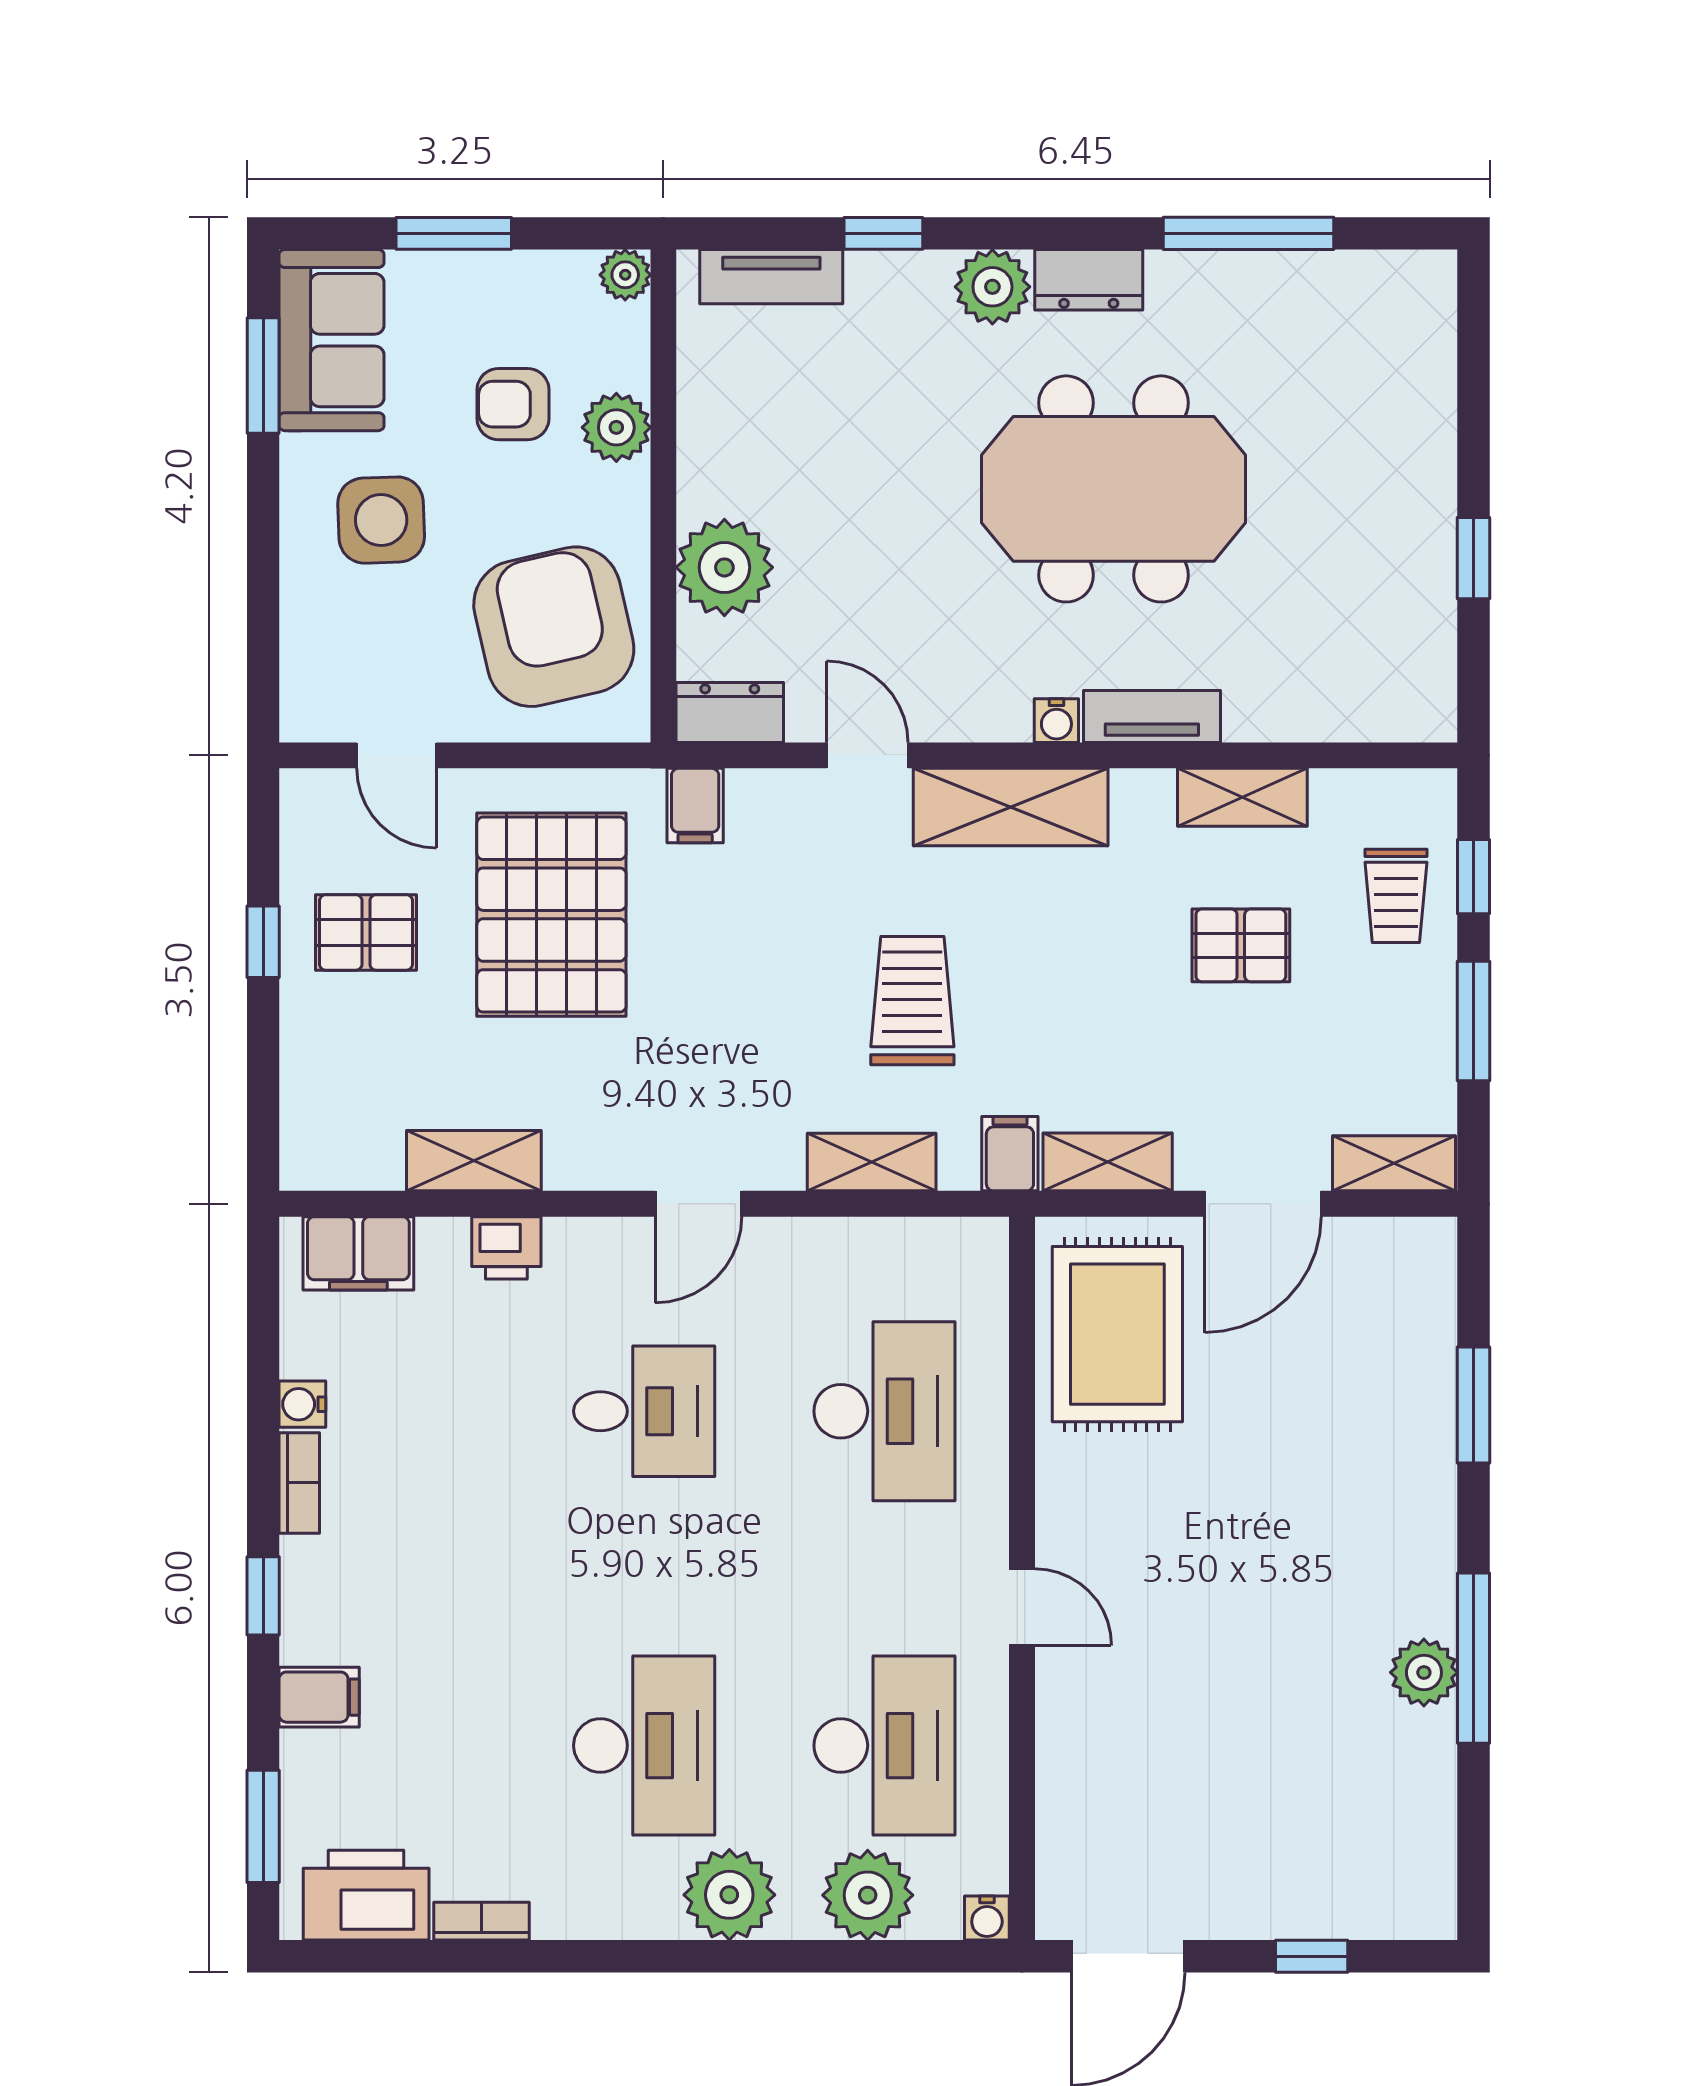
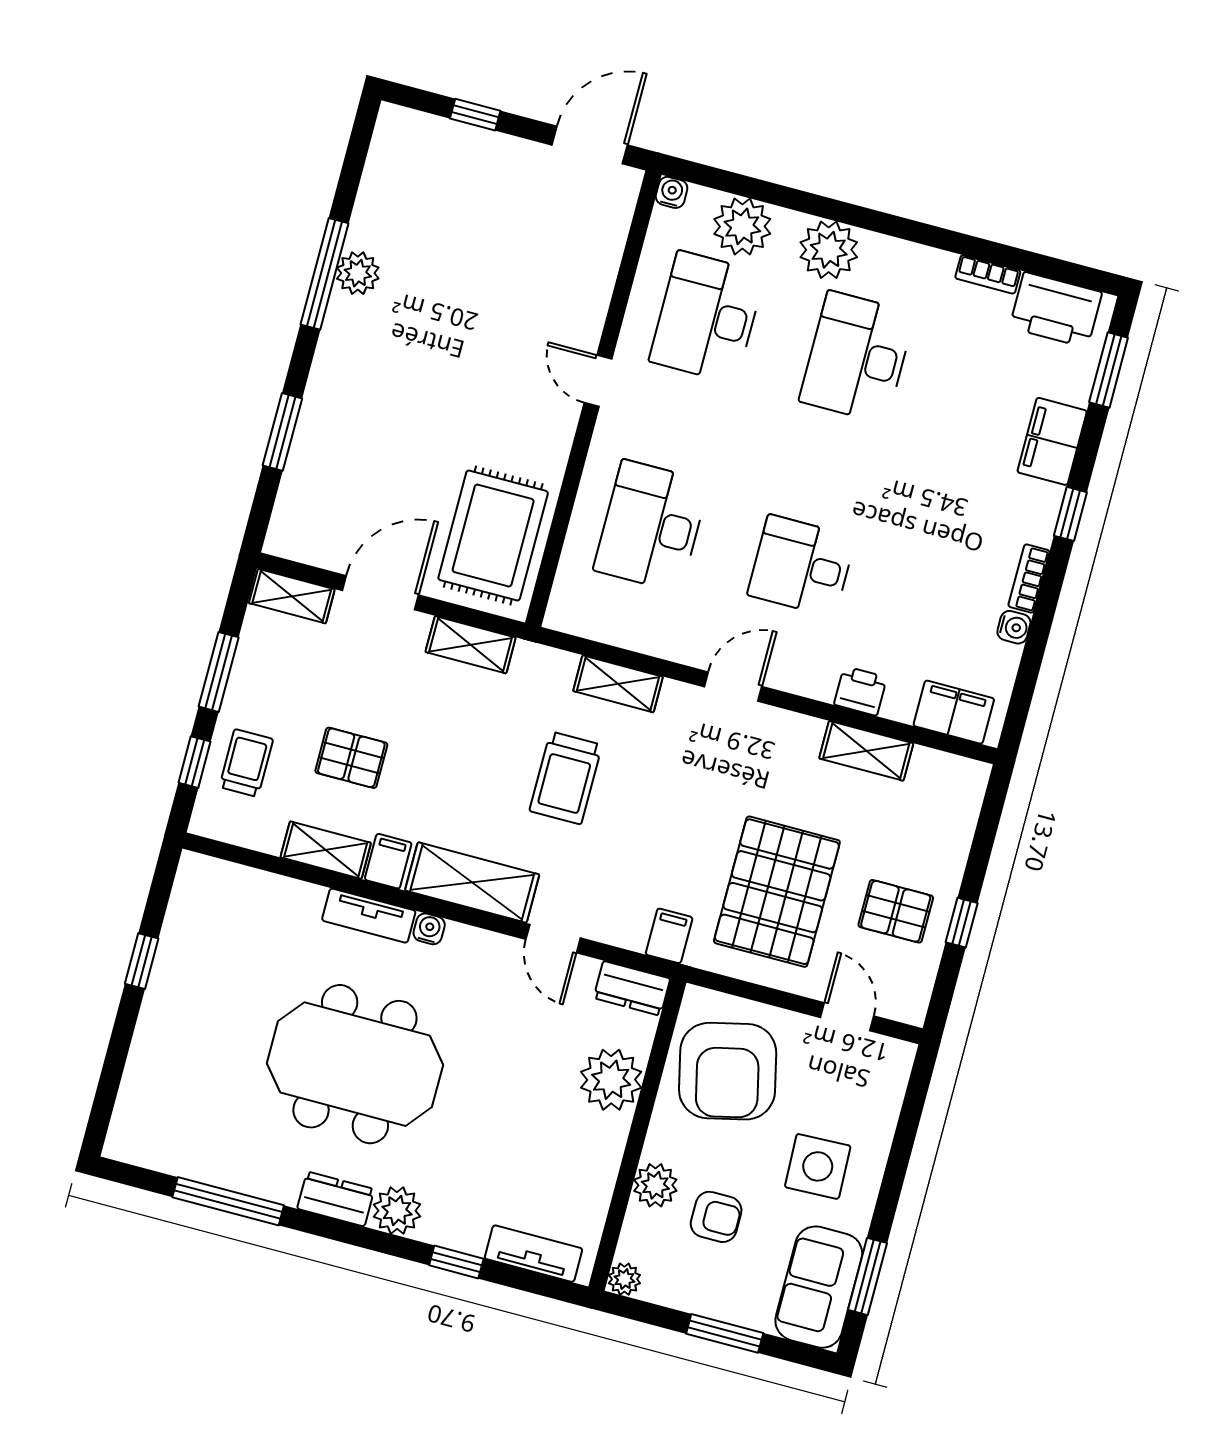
filing cabinet: (1010, 1154) -> (388, 861), moved, turned 180
filing cabinet: (319, 1697) -> (1052, 441), width x2.00

